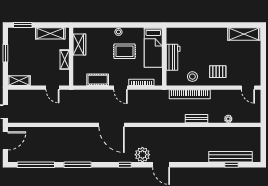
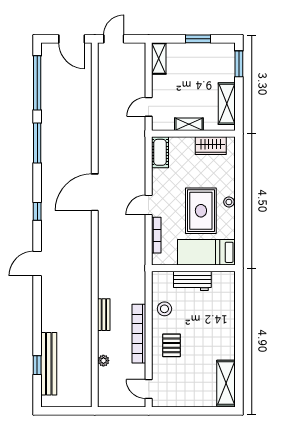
rug: (124, 51) -> (201, 211), width x1.36, depth x1.43
cot: (98, 80) -> (160, 152), moved
door: (248, 88) -> (149, 389), hinge flipped
bookcase: (190, 94) -> (139, 334), moved
plant: (142, 155) -> (52, 237), removed

